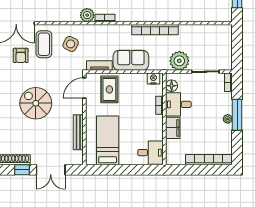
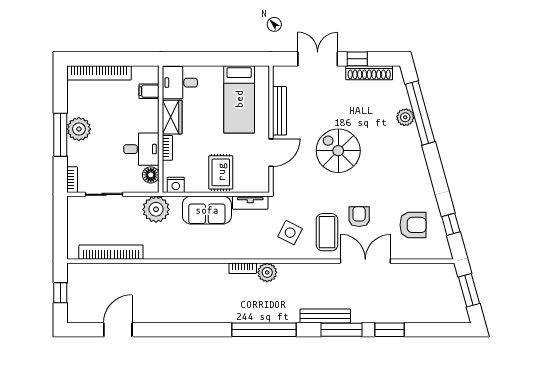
bookcase: (155, 30) -> (111, 252), moved
plant: (179, 61) -> (156, 209), moved
door: (84, 88) -> (271, 153), moved
rug: (109, 89) -> (221, 172), moved
spiral stairs: (36, 103) -> (338, 151), turned 180
plant: (228, 119) -> (79, 129), width x1.88, depth x1.88
wardrobe: (156, 128) -> (172, 117), added
filing cabinet: (173, 128) -> (149, 91), moved, width x0.50

